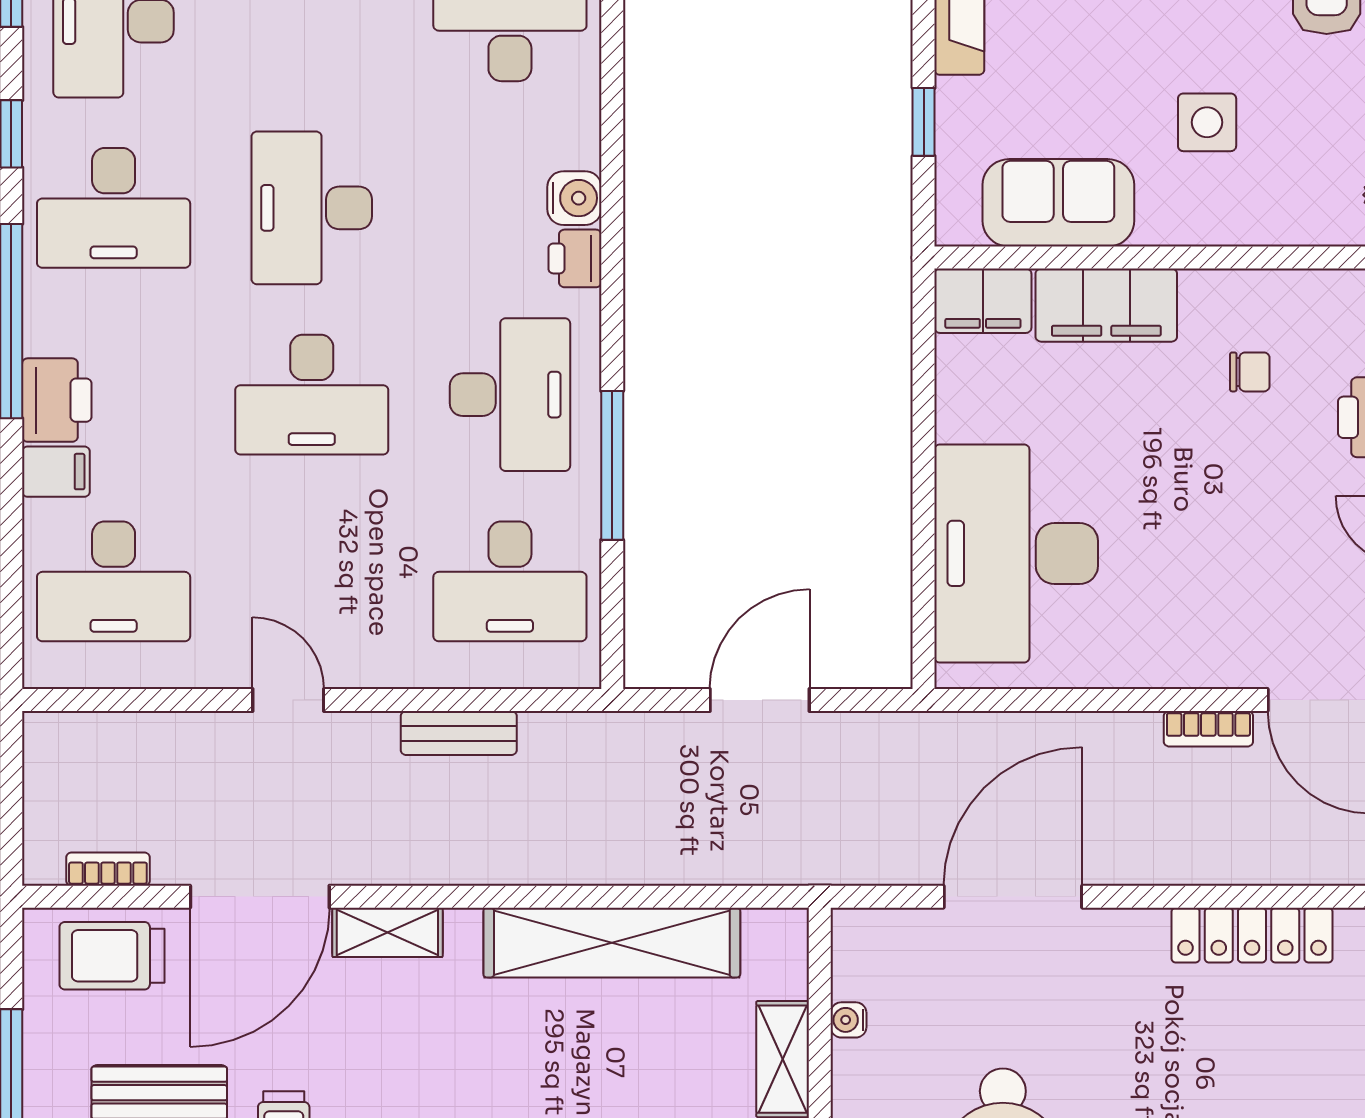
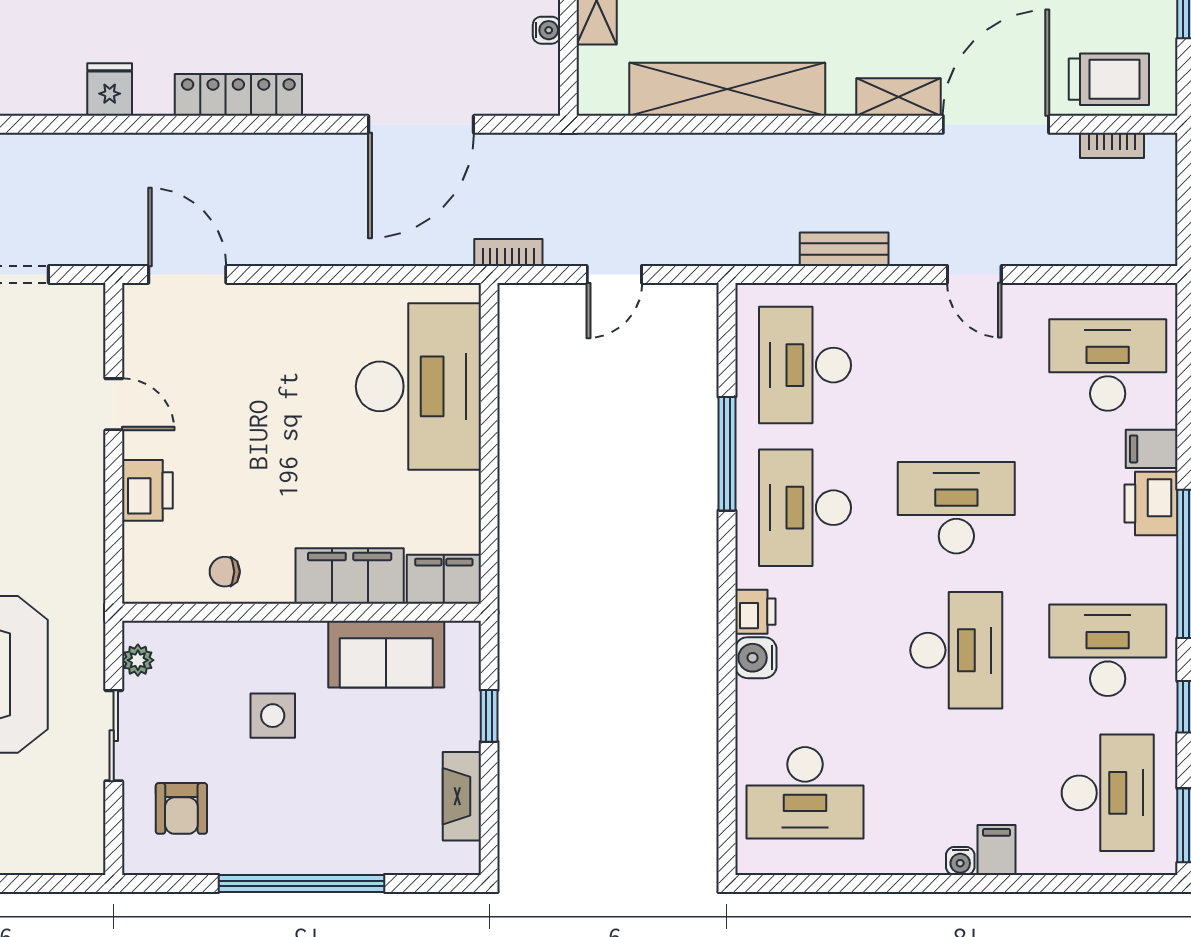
chair: (1250, 372) -> (225, 572), moved
desk: (510, 581) -> (805, 365), turned -90
door: (760, 700) -> (614, 274), width x0.73
bookcase: (1208, 729) -> (508, 253), moved

